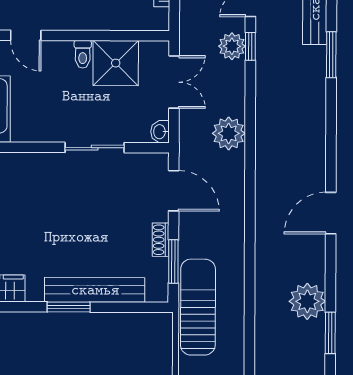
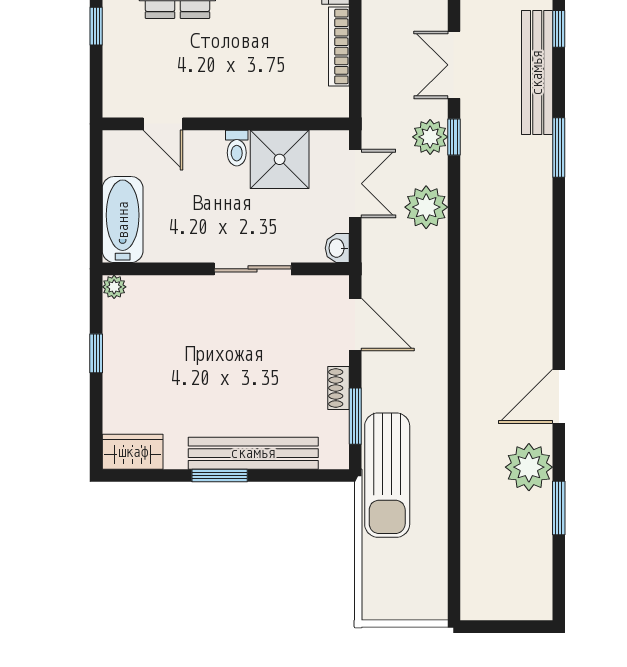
plant: (229, 133) -> (426, 207), moved
door: (331, 213) -> (559, 396), moved
sun lounger: (198, 307) -> (387, 475), turned 180

